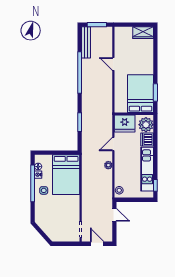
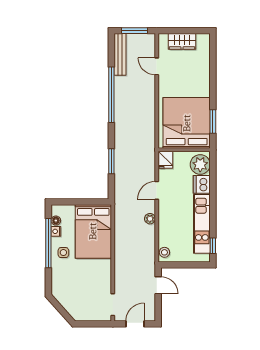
wardrobe: (143, 33) -> (182, 41), moved
door: (113, 64) -> (157, 66), moved
bed: (140, 94) -> (187, 123), width x1.36
fridge: (125, 123) -> (165, 160), width x0.53, depth x0.75
door: (97, 244) -> (135, 324), hinge flipped

